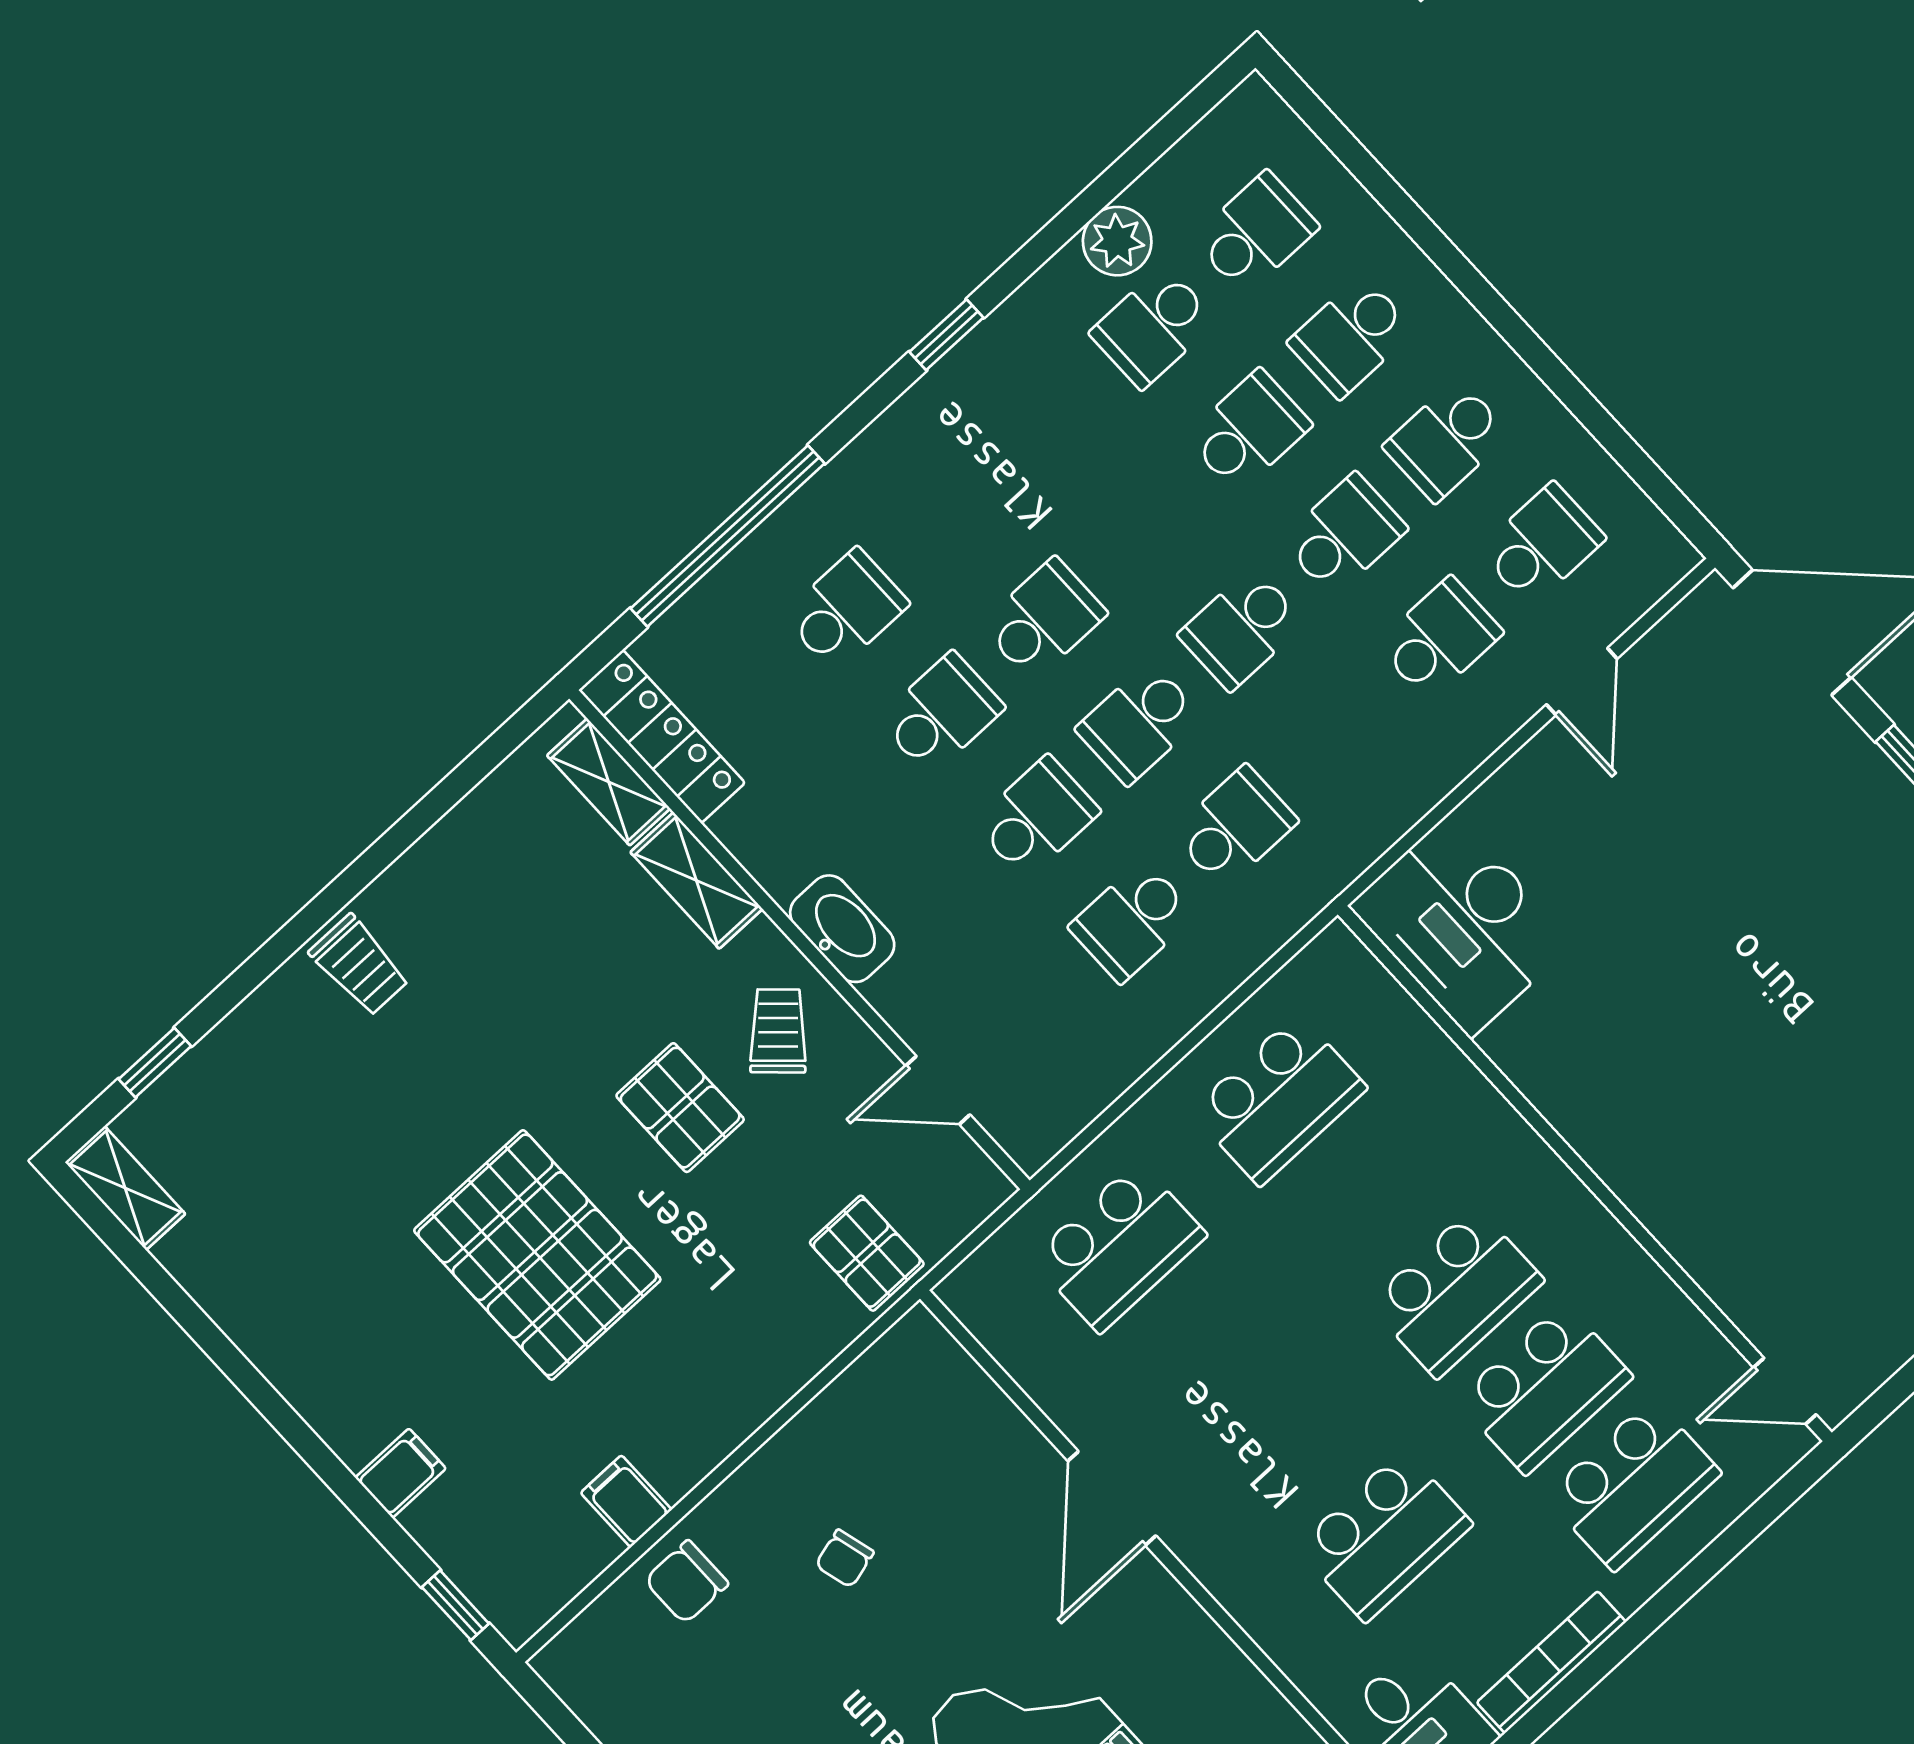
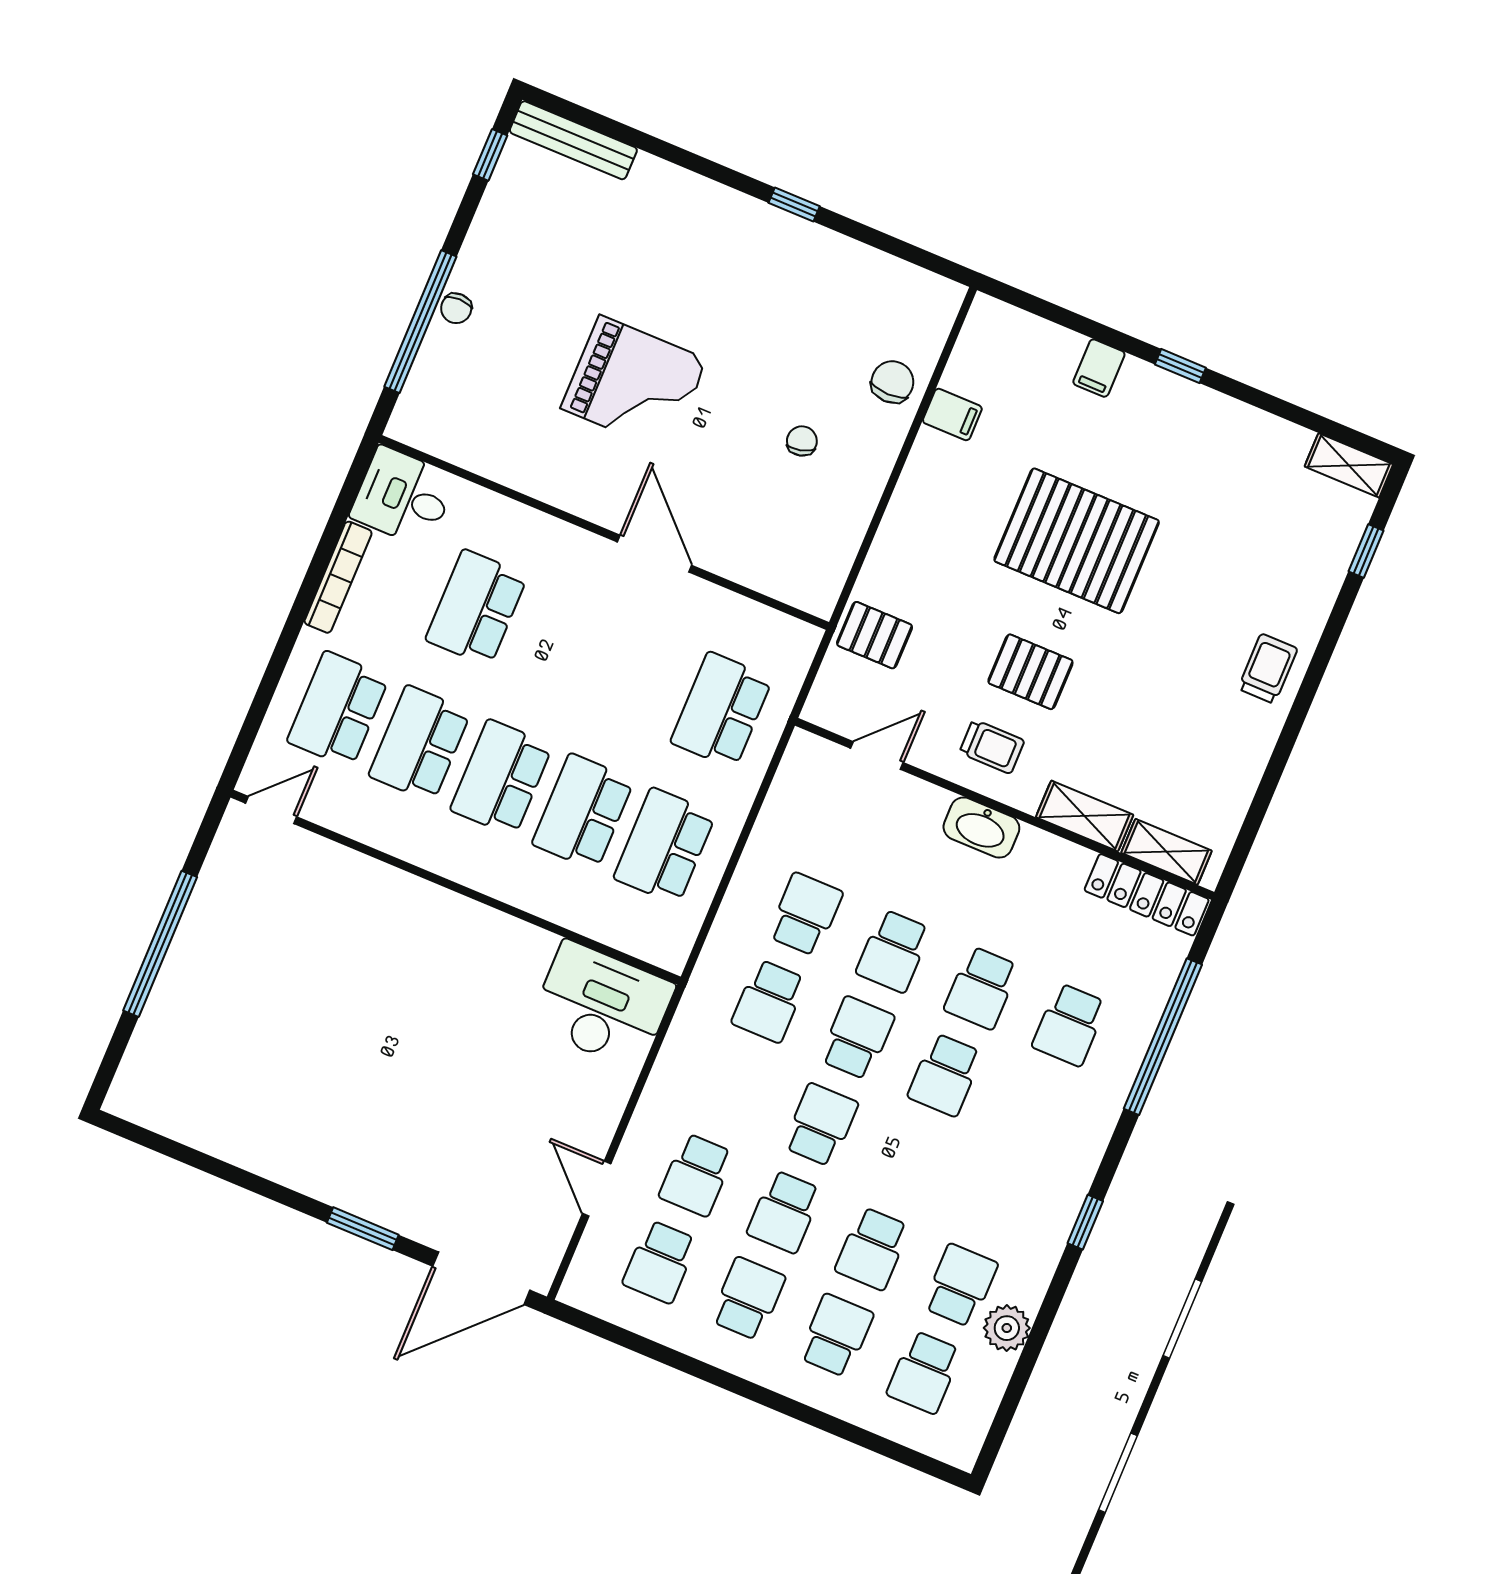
trolley: (359, 965) -> (1268, 669), turned 90
trolley: (778, 1031) -> (992, 747), turned -43
school desk: (1367, 1196) -> (583, 812), added
window: (455, 1605) -> (1180, 366), moved

